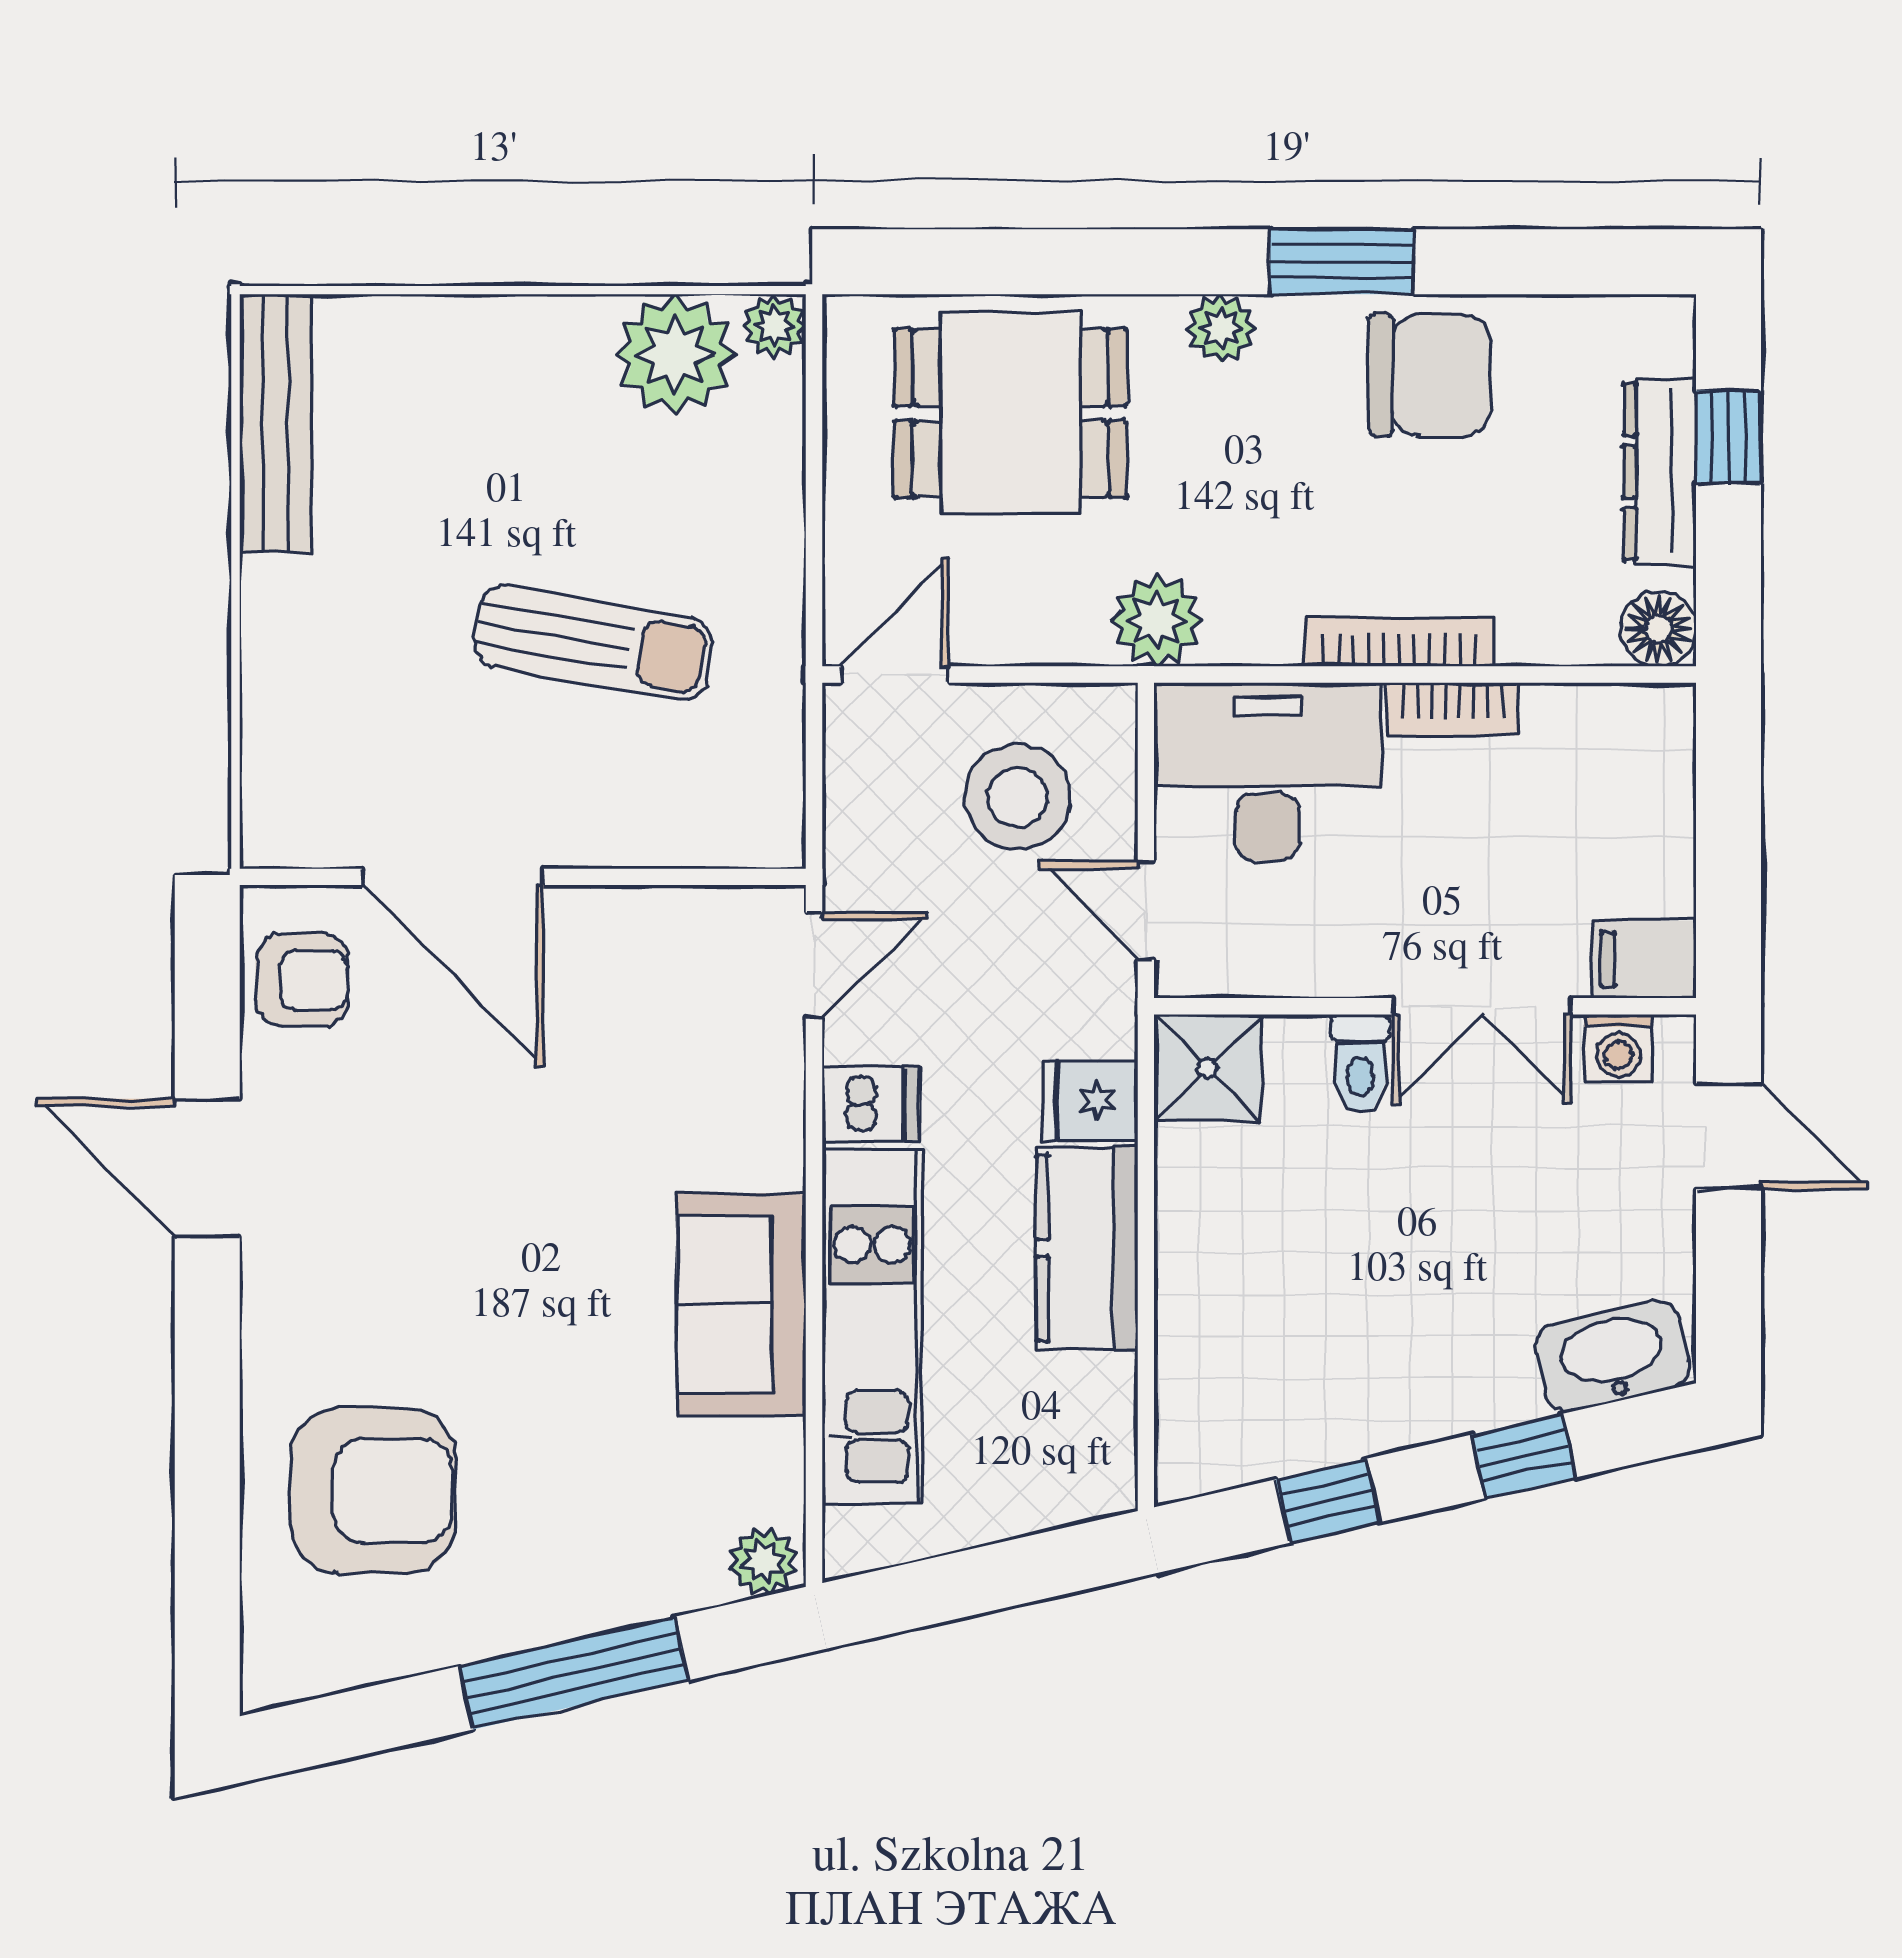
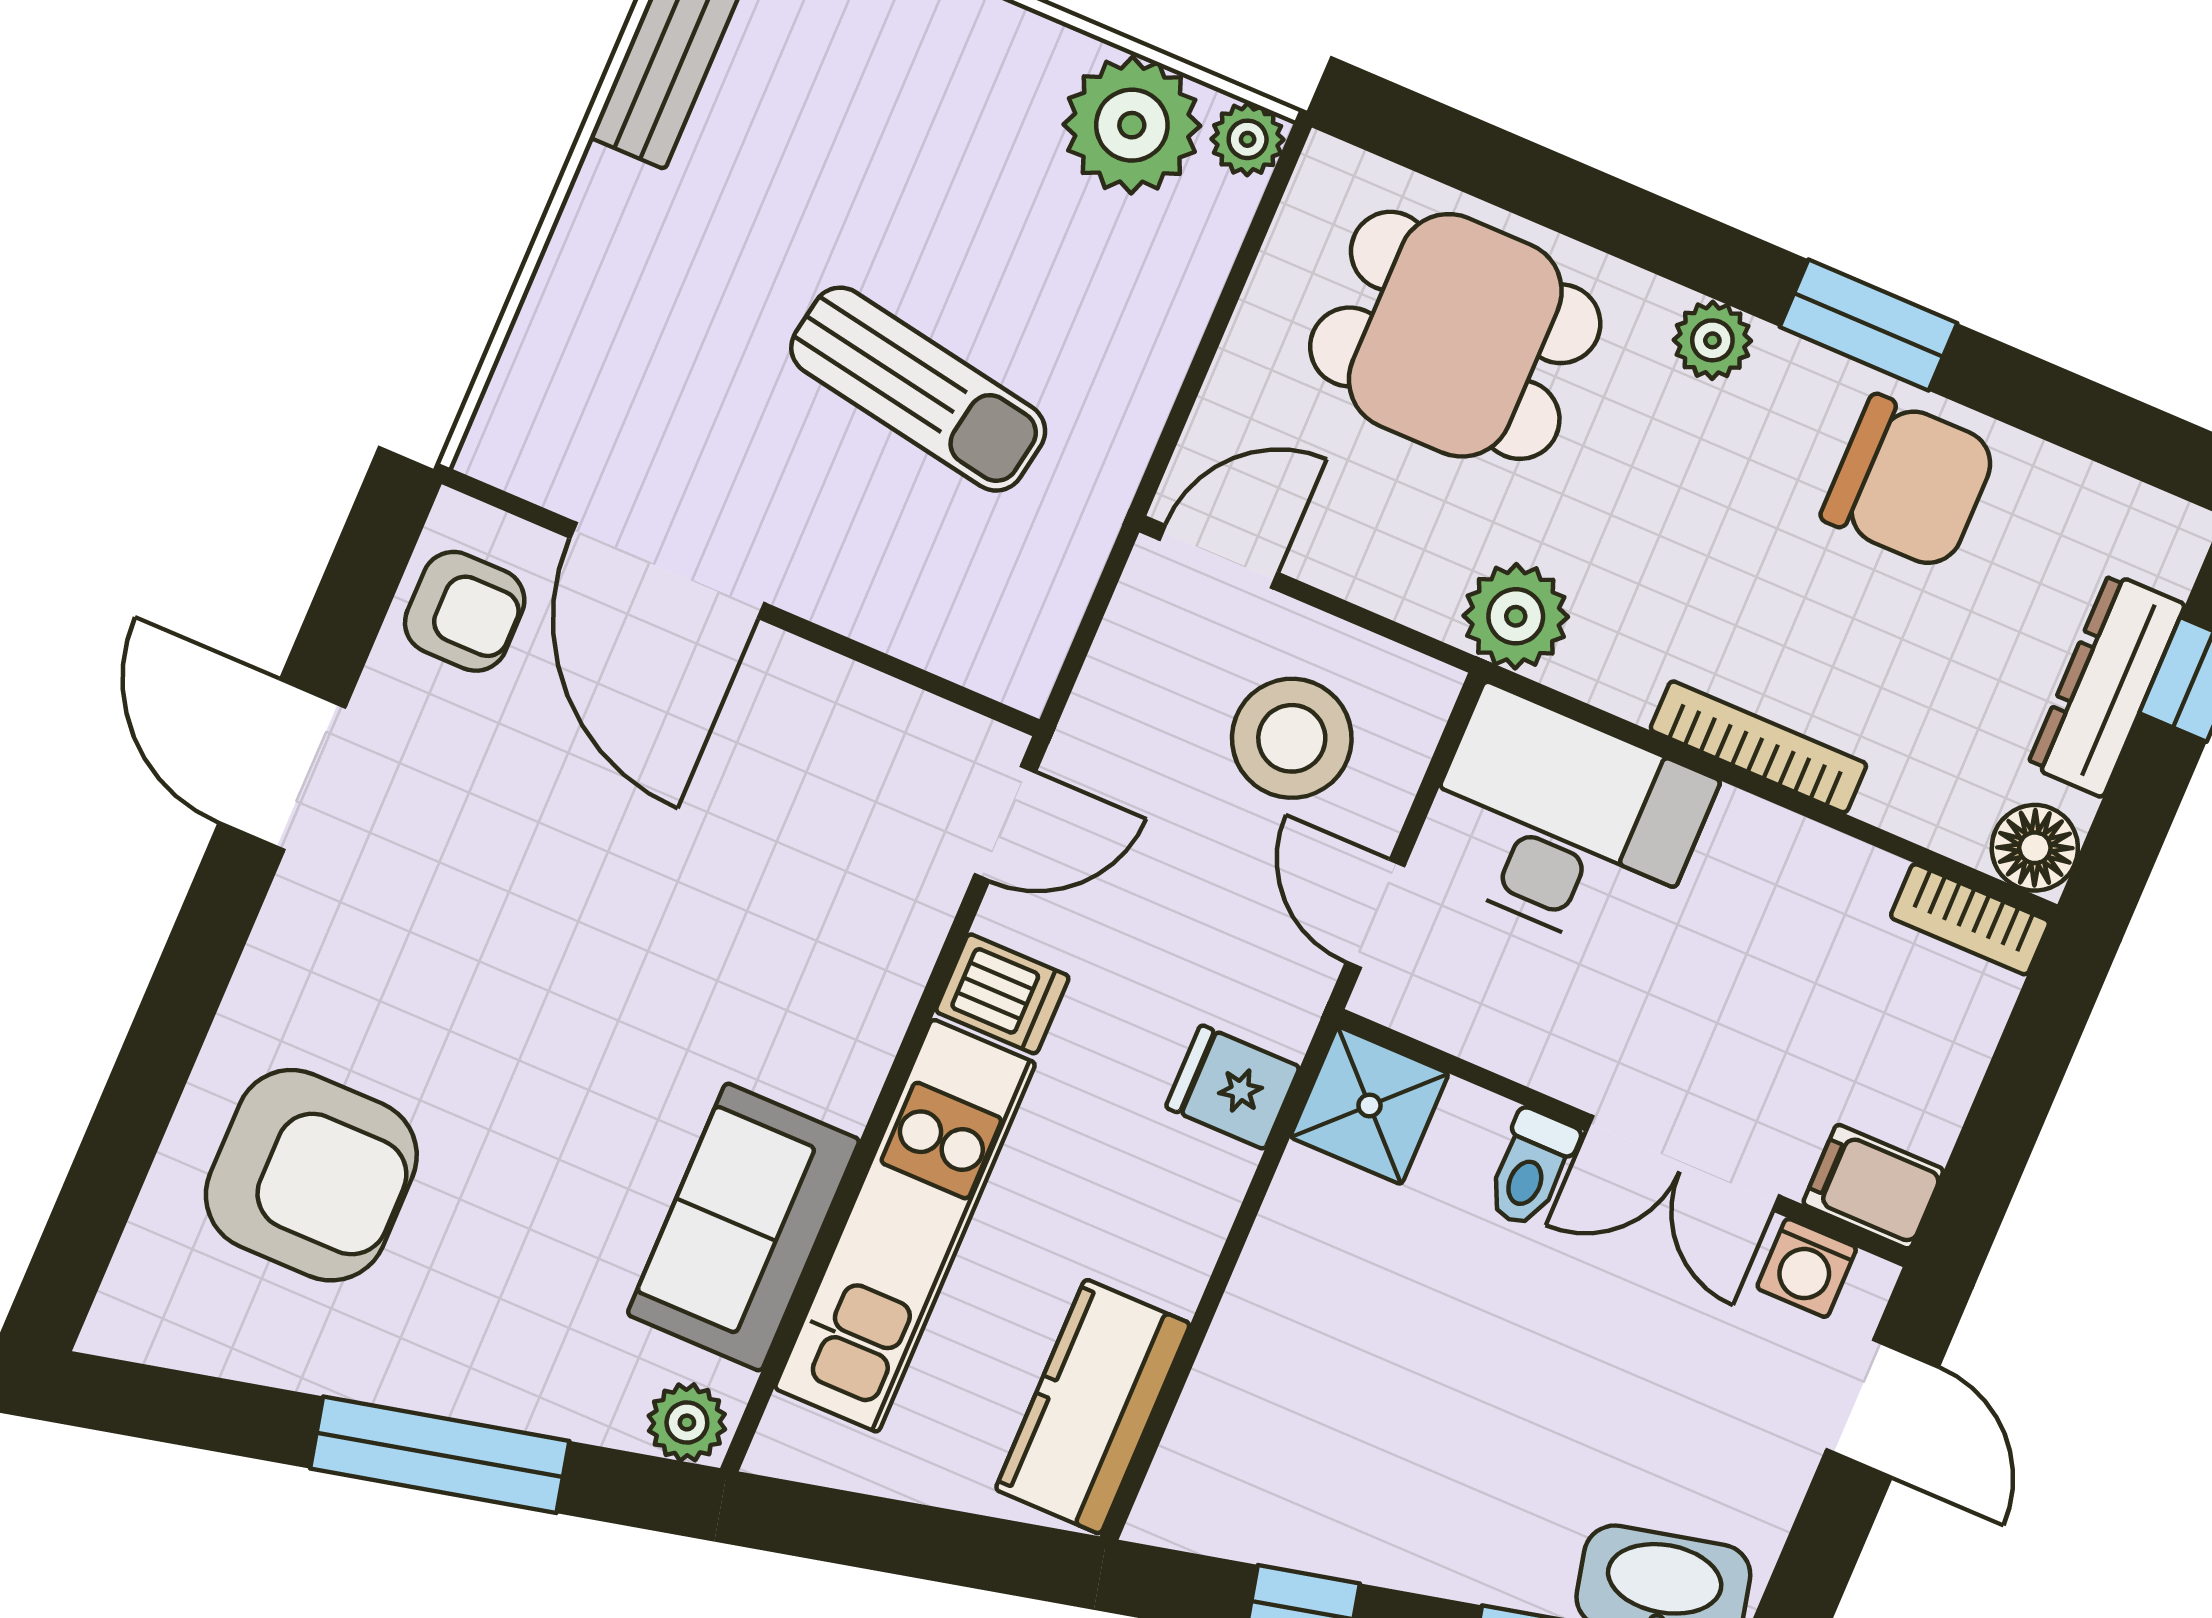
bookcase: (1453, 709) -> (1970, 919), moved
kitchen counter: (1087, 1248) -> (1093, 1407), moved
sofa: (741, 1305) -> (743, 1227), moved

